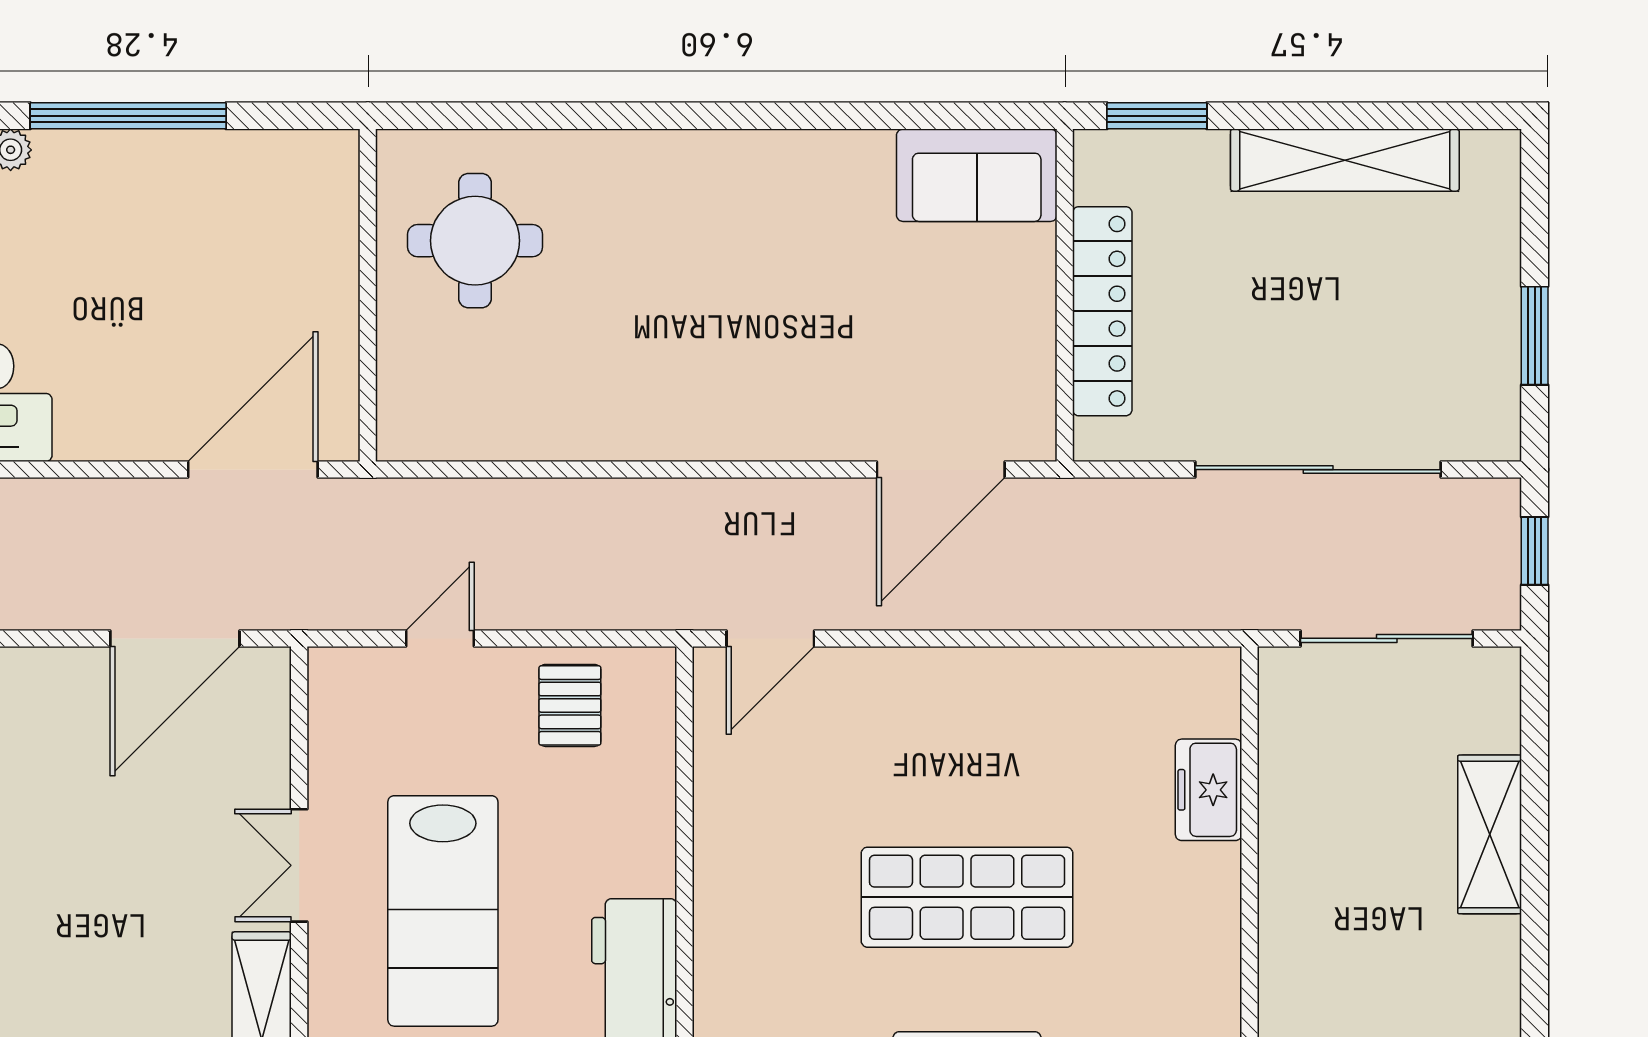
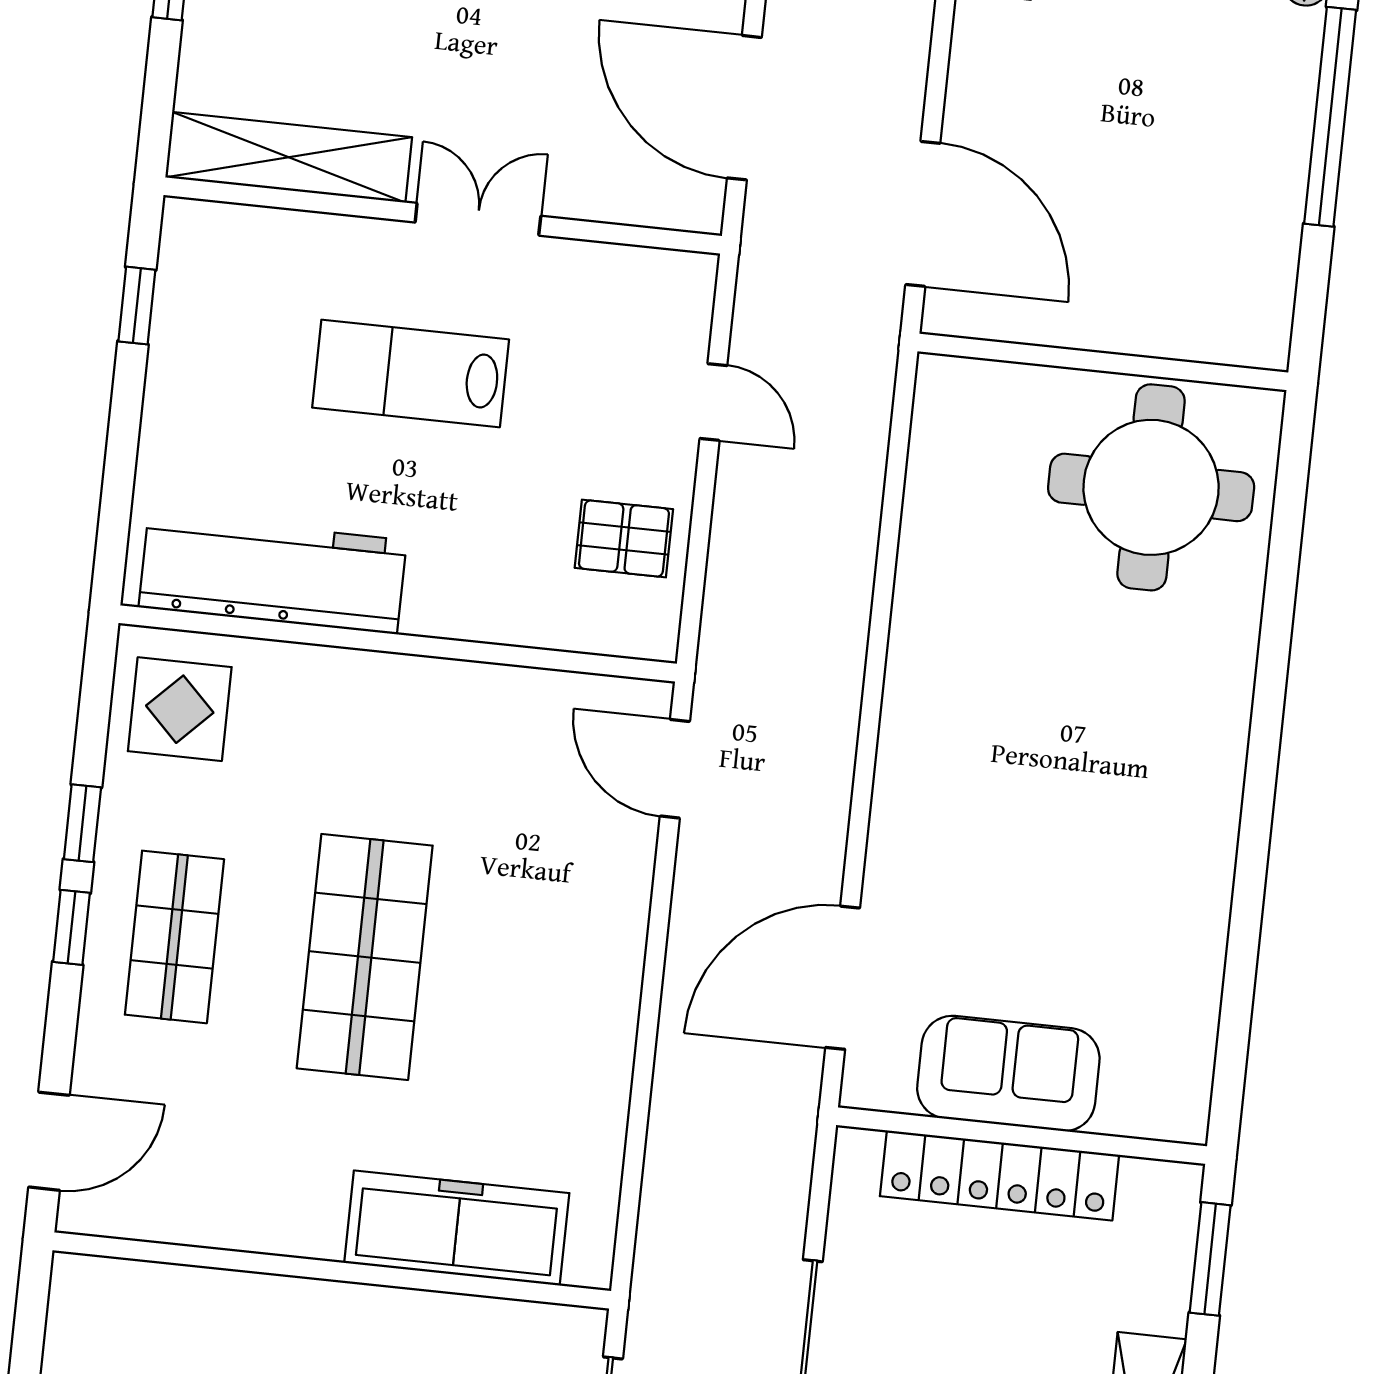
sofa: (977, 175) -> (1008, 1073), moved, turned 90
round table: (475, 241) -> (1151, 487), width x1.36, depth x1.36
door: (941, 470) -> (843, 978), hinge flipped
freezer: (1209, 790) -> (457, 1228), width x1.91, depth x1.26
lab bench: (443, 911) -> (411, 373), width x0.73, depth x0.72

